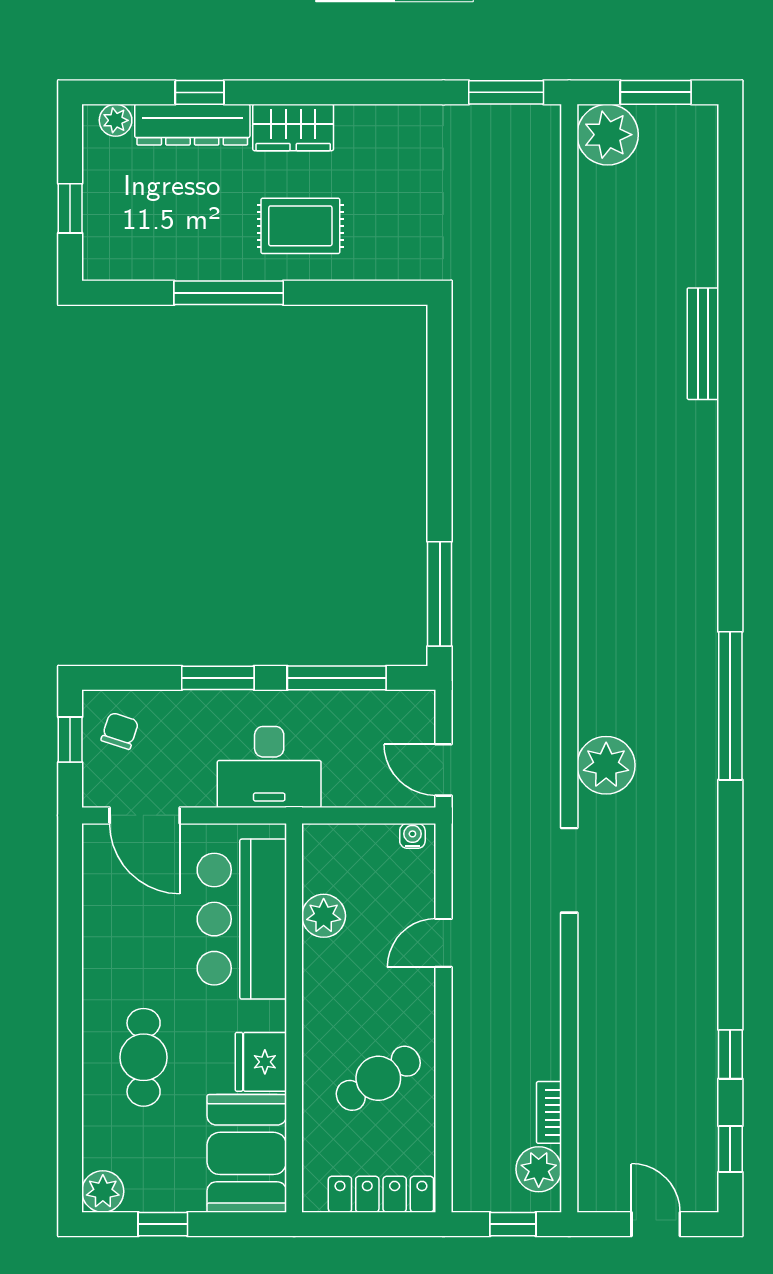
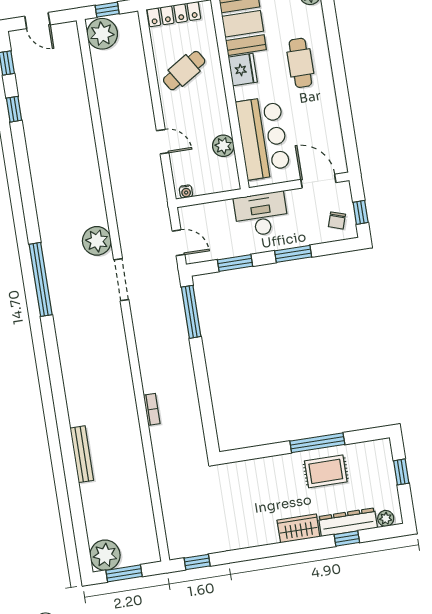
window: (506, 92) -> (197, 562), width x0.67
plant: (608, 135) -> (105, 555), moved
rug: (300, 226) -> (326, 471), moved
window: (337, 678) -> (235, 263), width x0.69
door: (443, 770) -> (178, 243), moved
doorway: (569, 870) -> (121, 280), moved
door: (443, 943) -> (163, 142), hinge flipped
bookcase: (549, 1112) -> (152, 409), moved
plant: (539, 1169) -> (102, 34), width x1.36, depth x1.36

